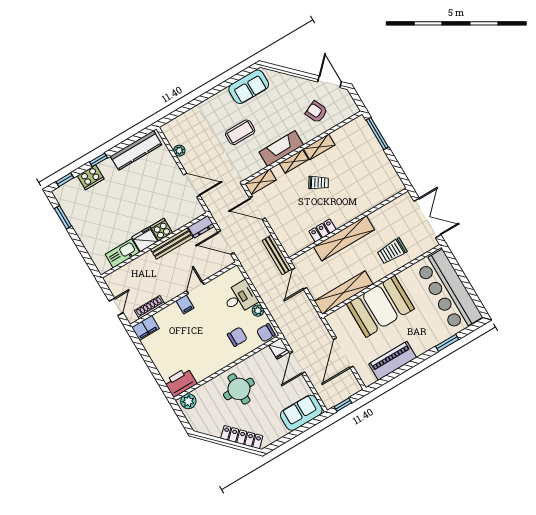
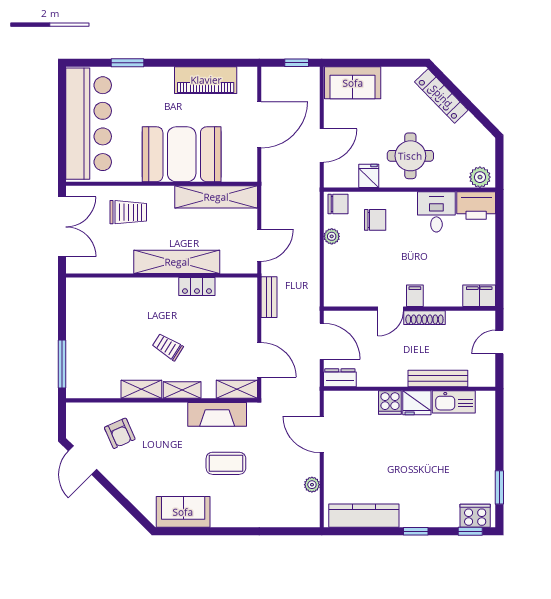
fireplace: (281, 149) -> (217, 414), moved
cooker: (91, 177) -> (475, 516), moved
double door: (427, 218) -> (62, 227), swing flipped
bench: (172, 243) -> (438, 378), moved
bench: (277, 255) -> (269, 297), width x0.73
desk: (240, 298) -> (436, 212), moved, turned 90
shoe rack: (150, 307) -> (424, 318), moved
chair: (237, 337) -> (375, 220), turned 180
fridge: (279, 349) -> (369, 176), moved

